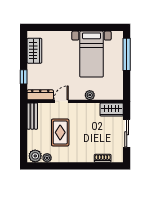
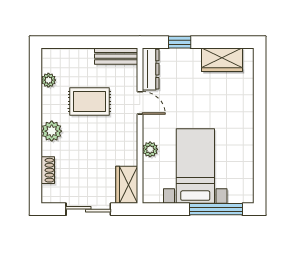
bed with nightstands: (91, 54) -> (195, 166), moved, turned 90
plant: (35, 156) -> (52, 131), moved

